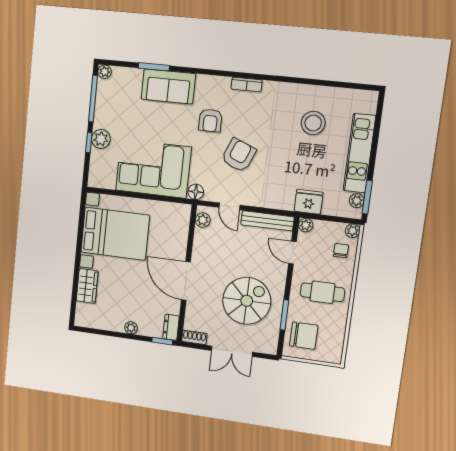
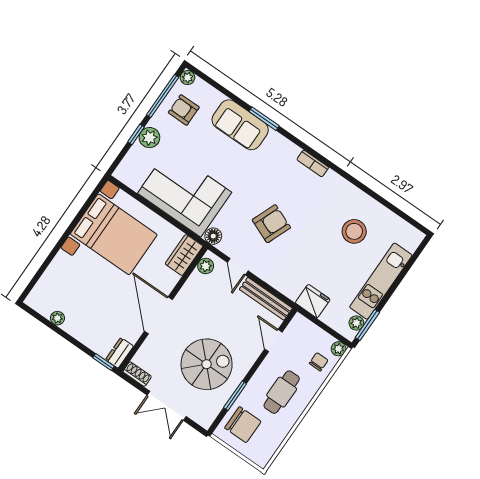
window: (154, 67) -> (264, 119), moved
armchair: (210, 120) -> (184, 110), moved, turned 90
plant: (306, 225) -> (299, 321), removed
wardrobe: (87, 286) -> (184, 255), moved, turned 180
cafe table: (322, 292) -> (282, 392), turned 90
plant: (131, 328) -> (57, 318), moved

